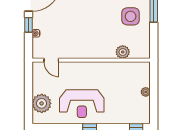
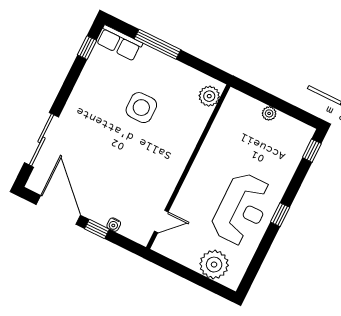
side table: (131, 16) -> (141, 108), moved
plant: (123, 52) -> (209, 96), moved

